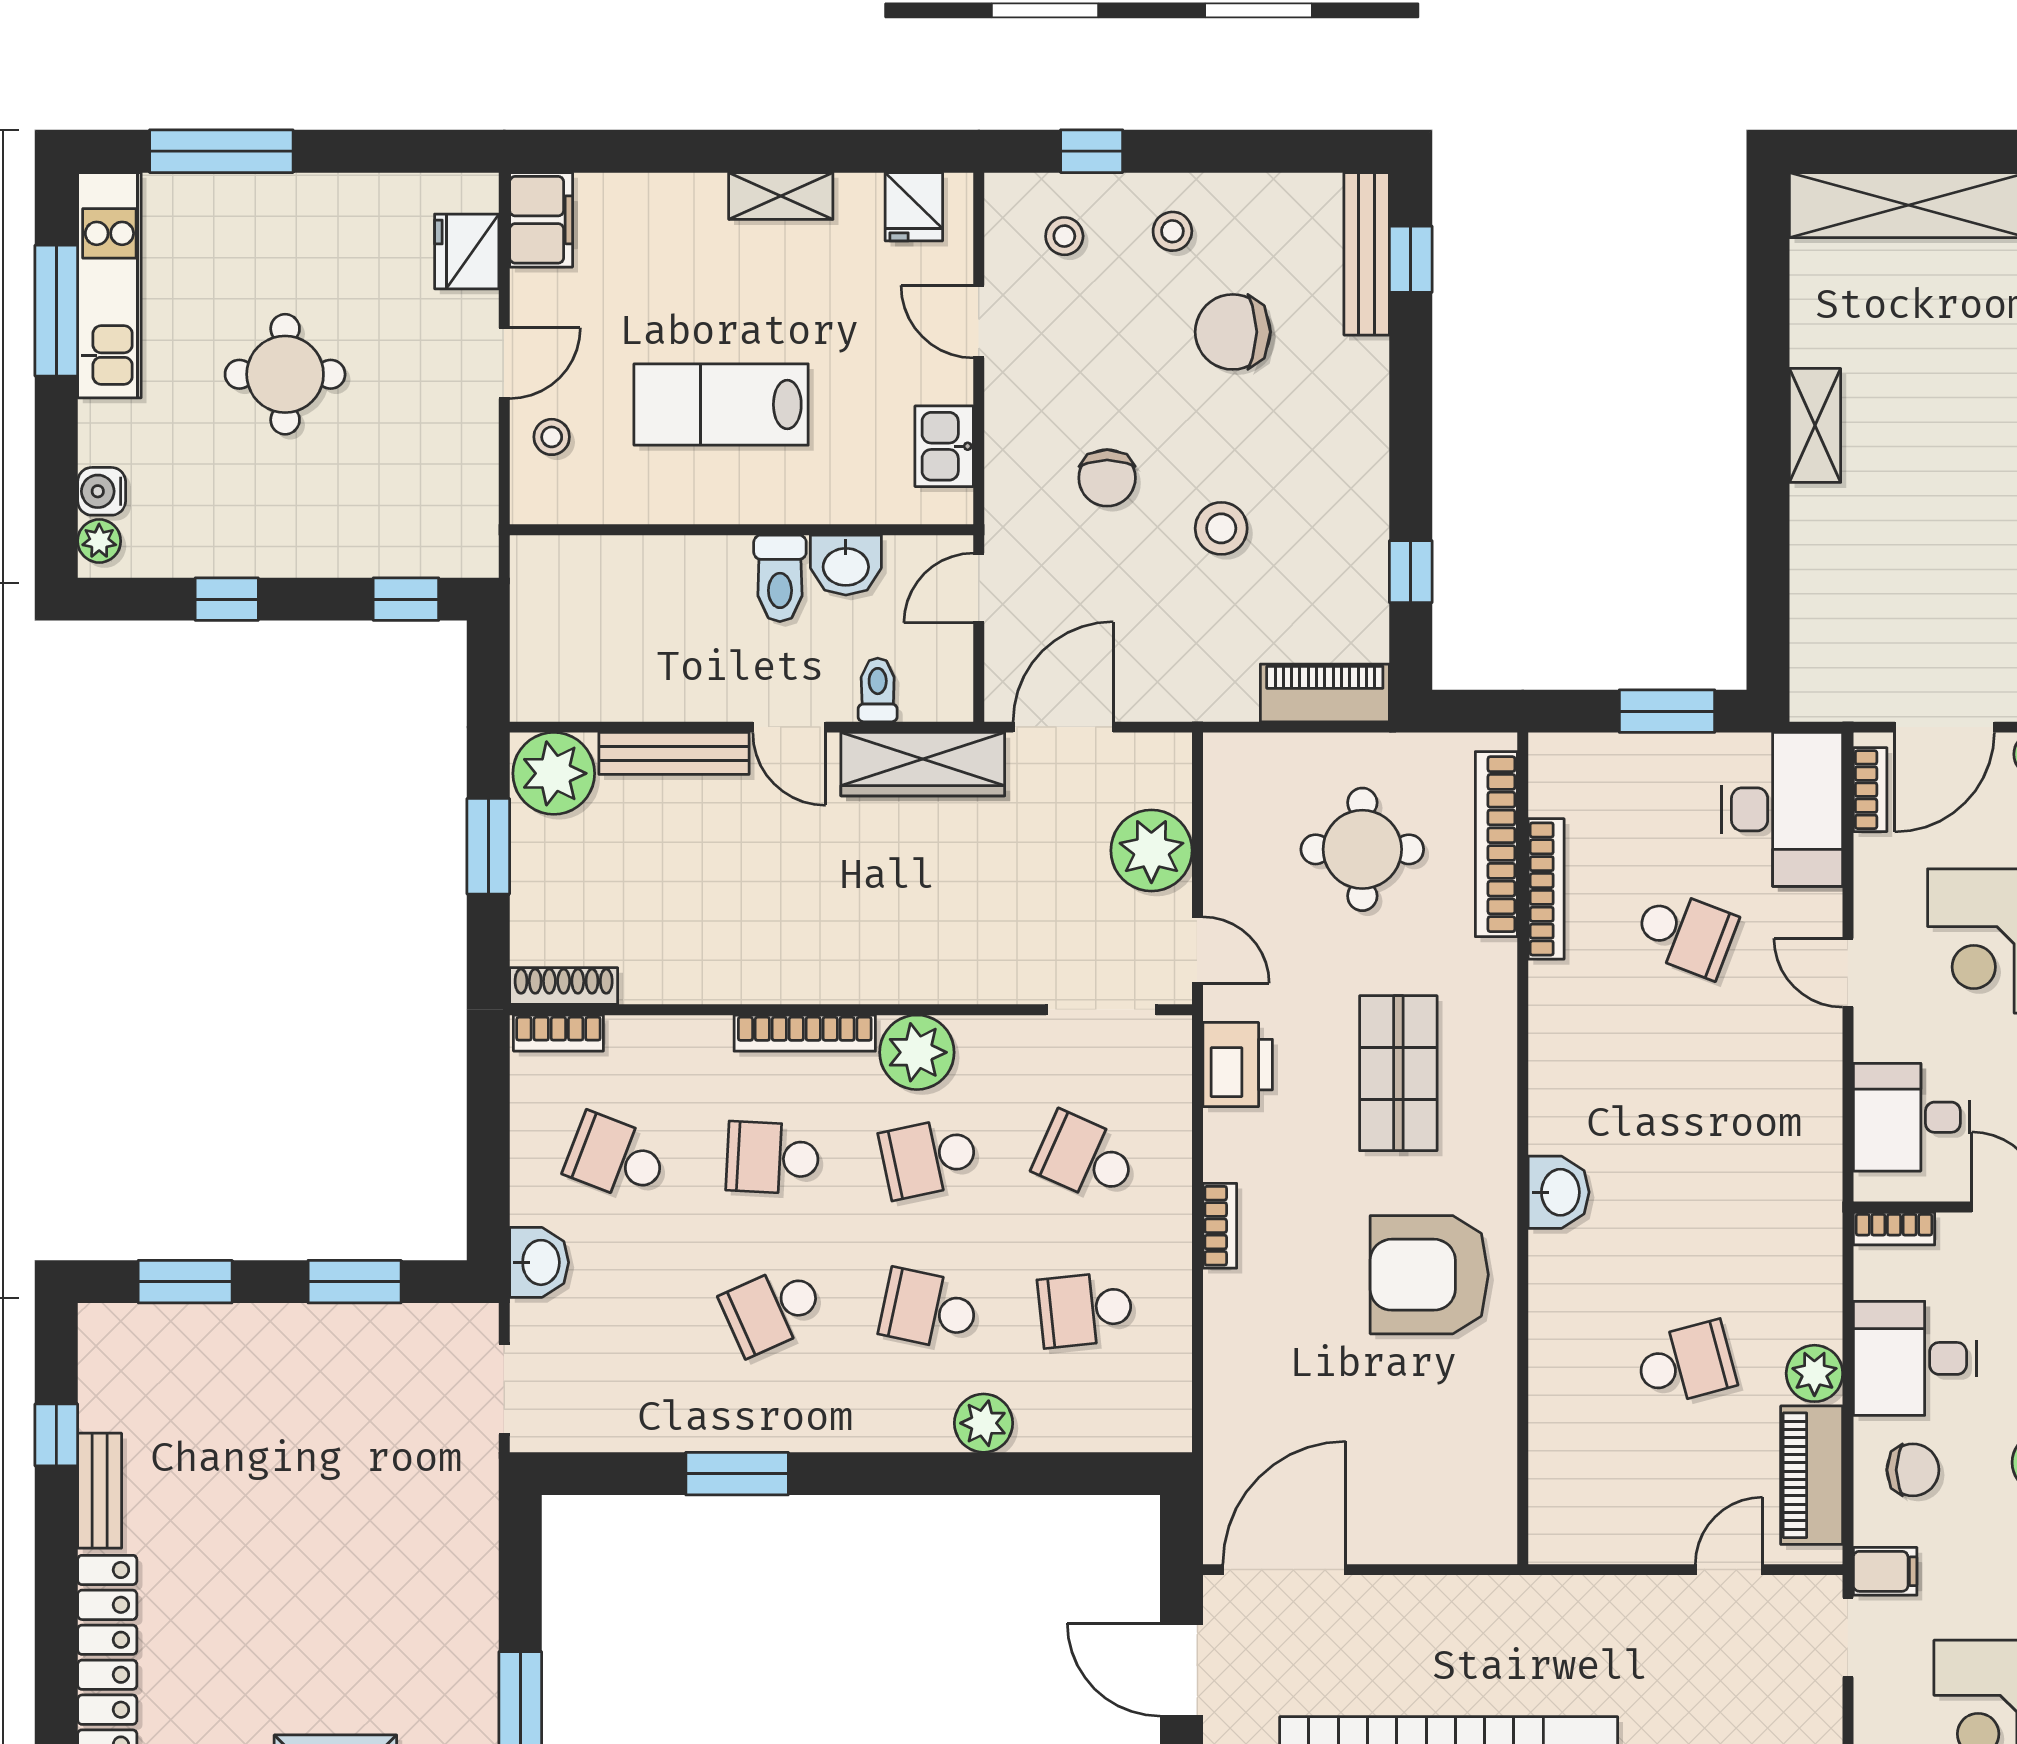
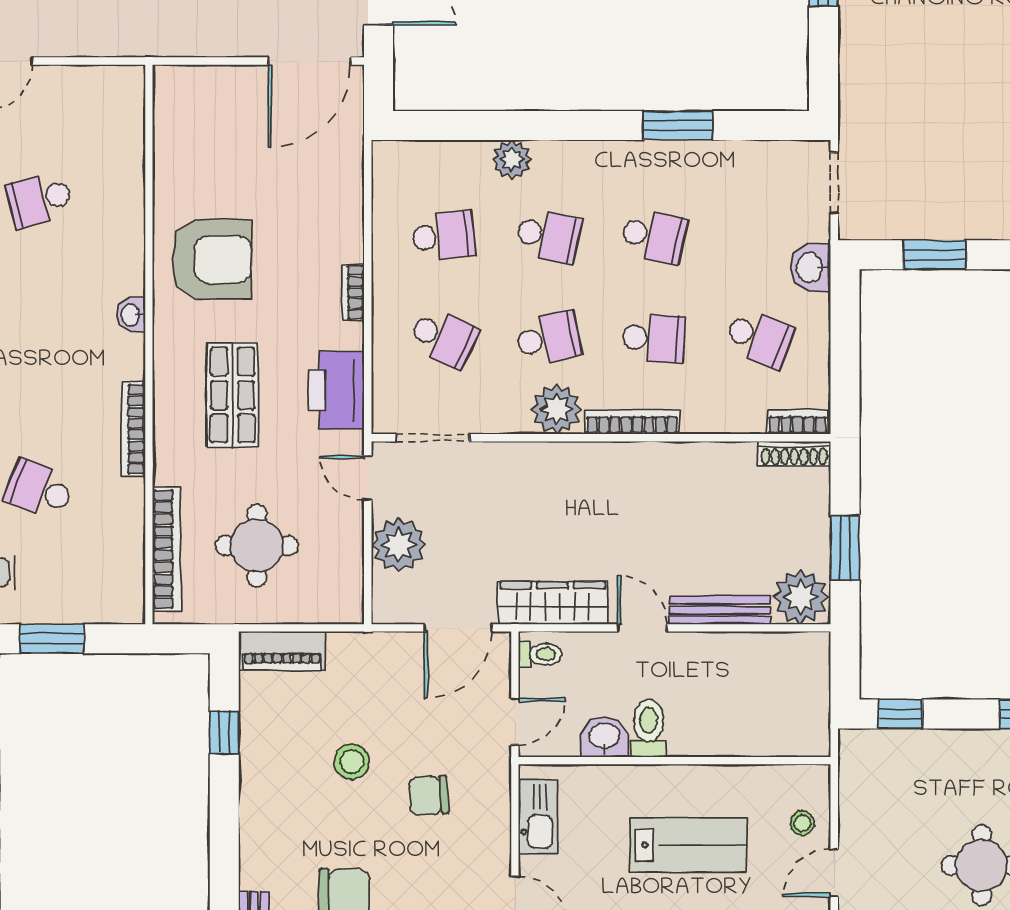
kitchen sink: (944, 446) -> (538, 817), width x1.38
chair: (1107, 478) -> (429, 796), turned -94
toilet: (878, 690) -> (540, 654), moved, turned -90
bookcase: (1546, 889) -> (133, 429), moved
printer: (1238, 1065) -> (336, 390), width x1.37, depth x1.19
washbasin: (1559, 1192) -> (131, 315), width x0.72, depth x0.69
school desk: (773, 1310) -> (654, 236), turned 36

